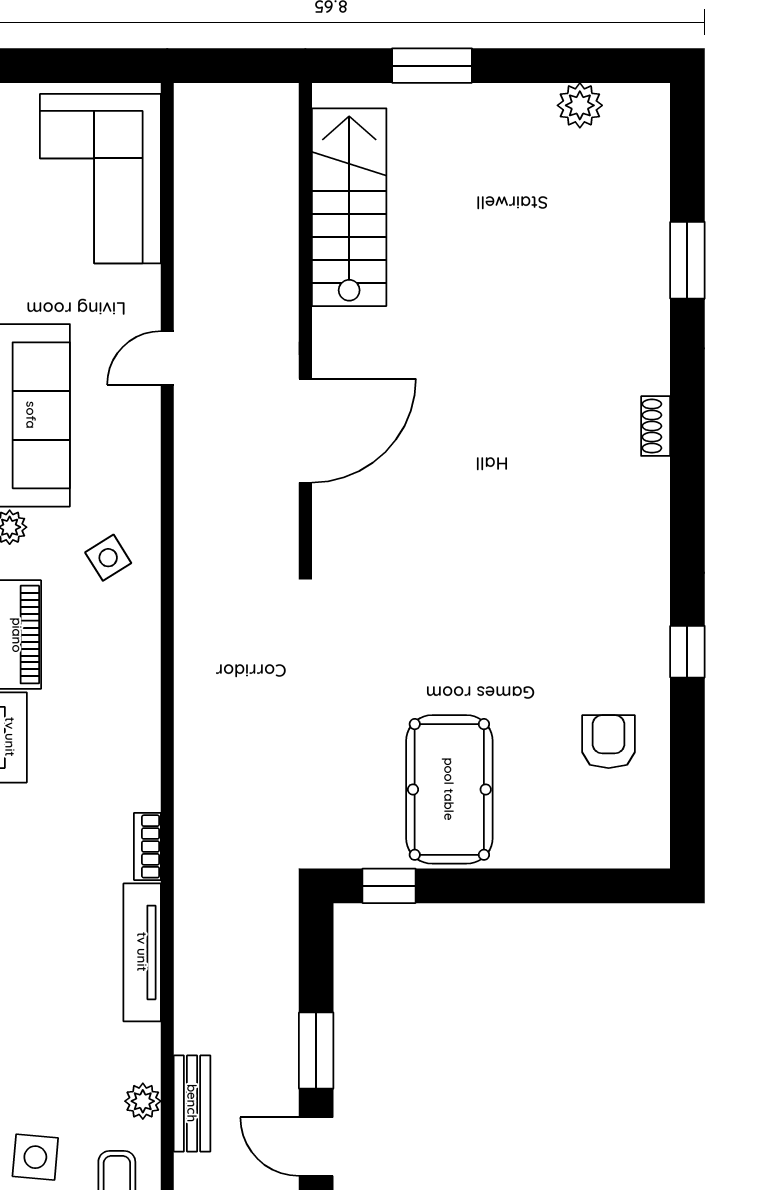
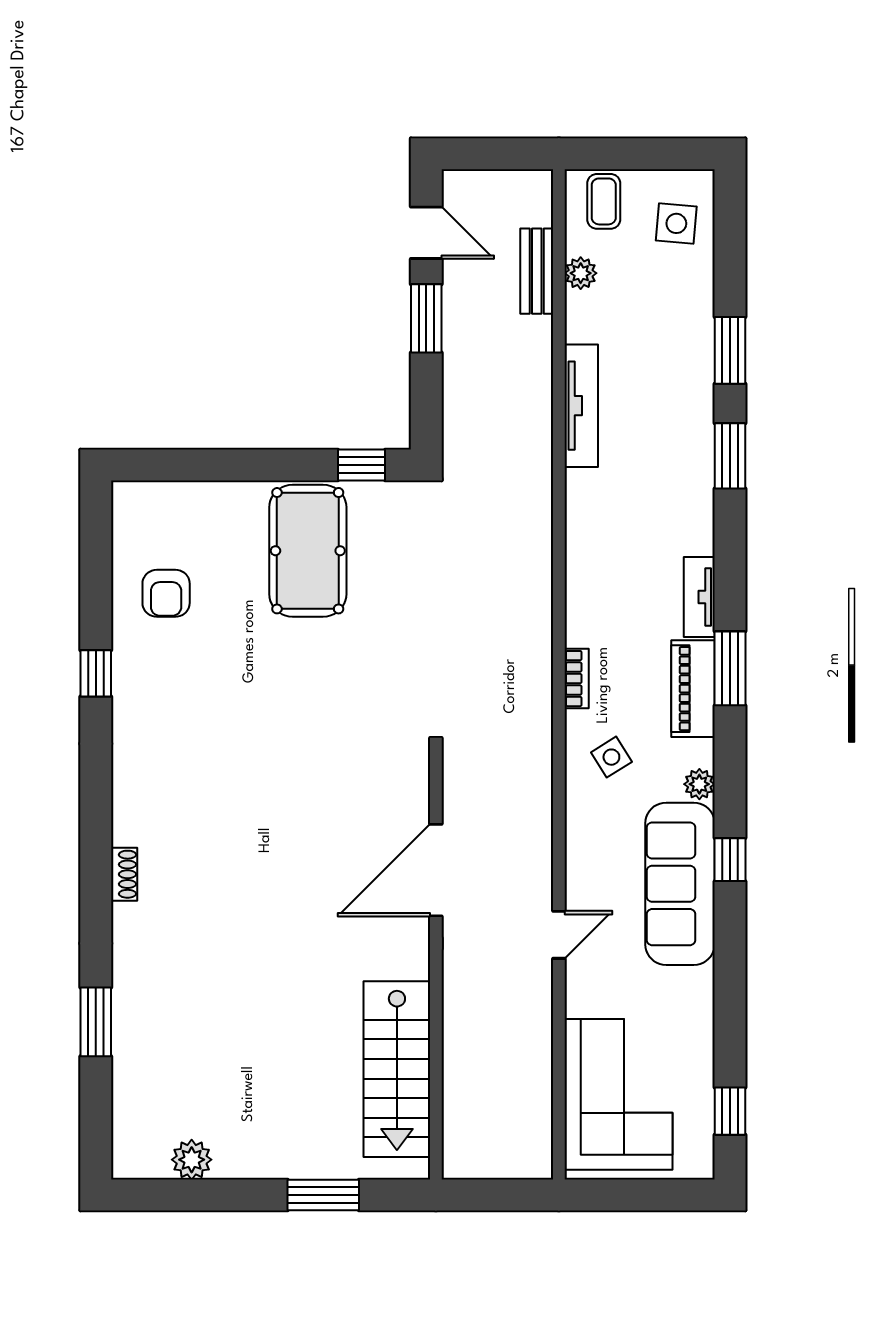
bookcase: (147, 846) -> (577, 679), moved

